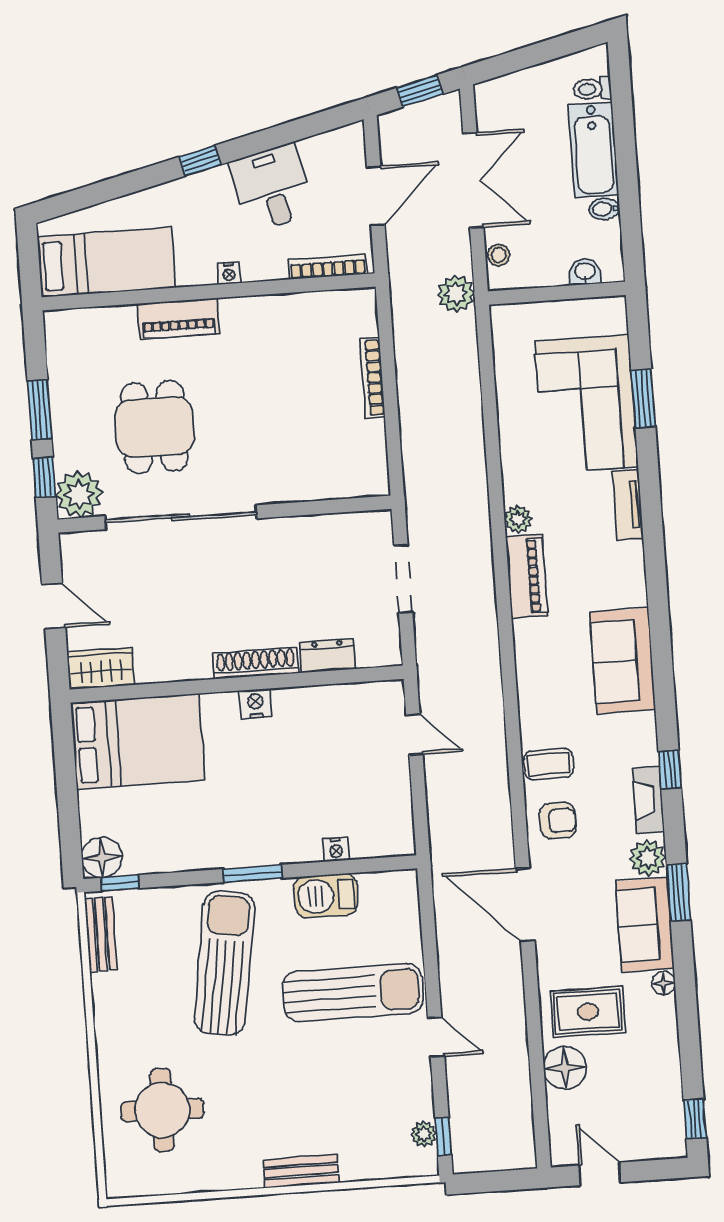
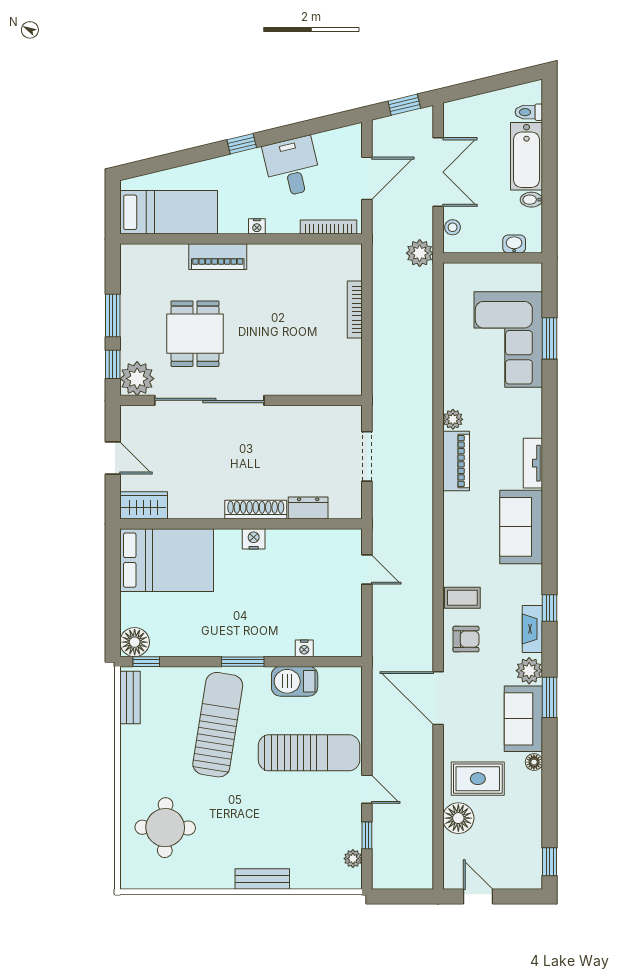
tv unit: (628, 505) -> (533, 463), moved
window: (443, 1136) -> (367, 835), moved

